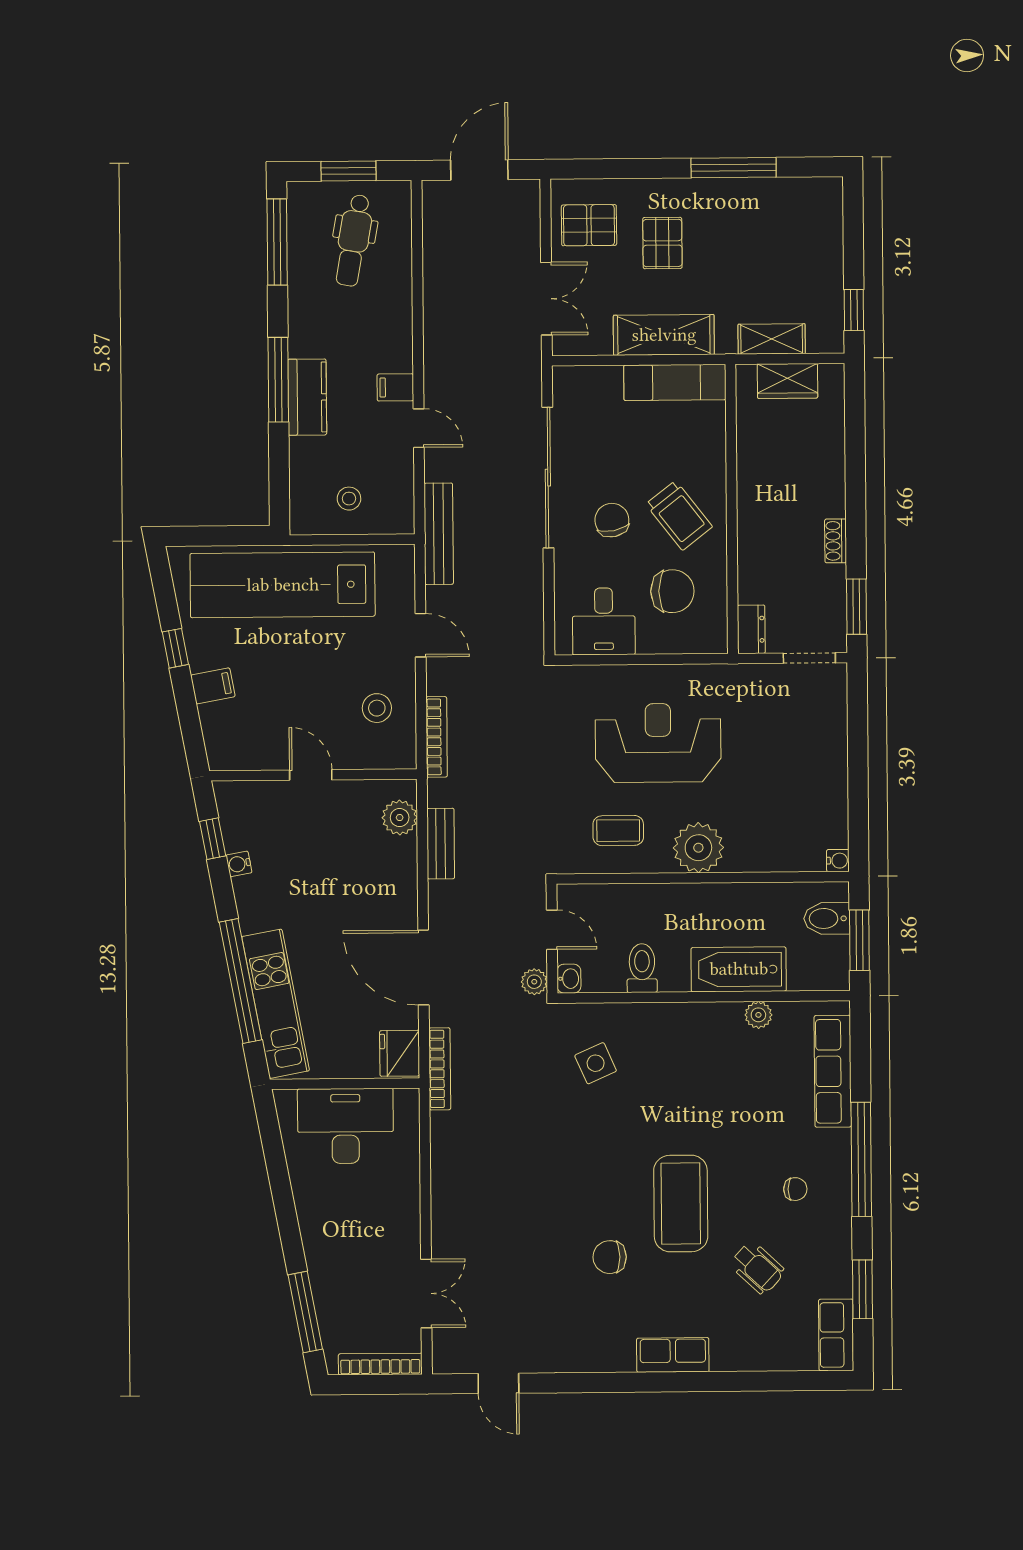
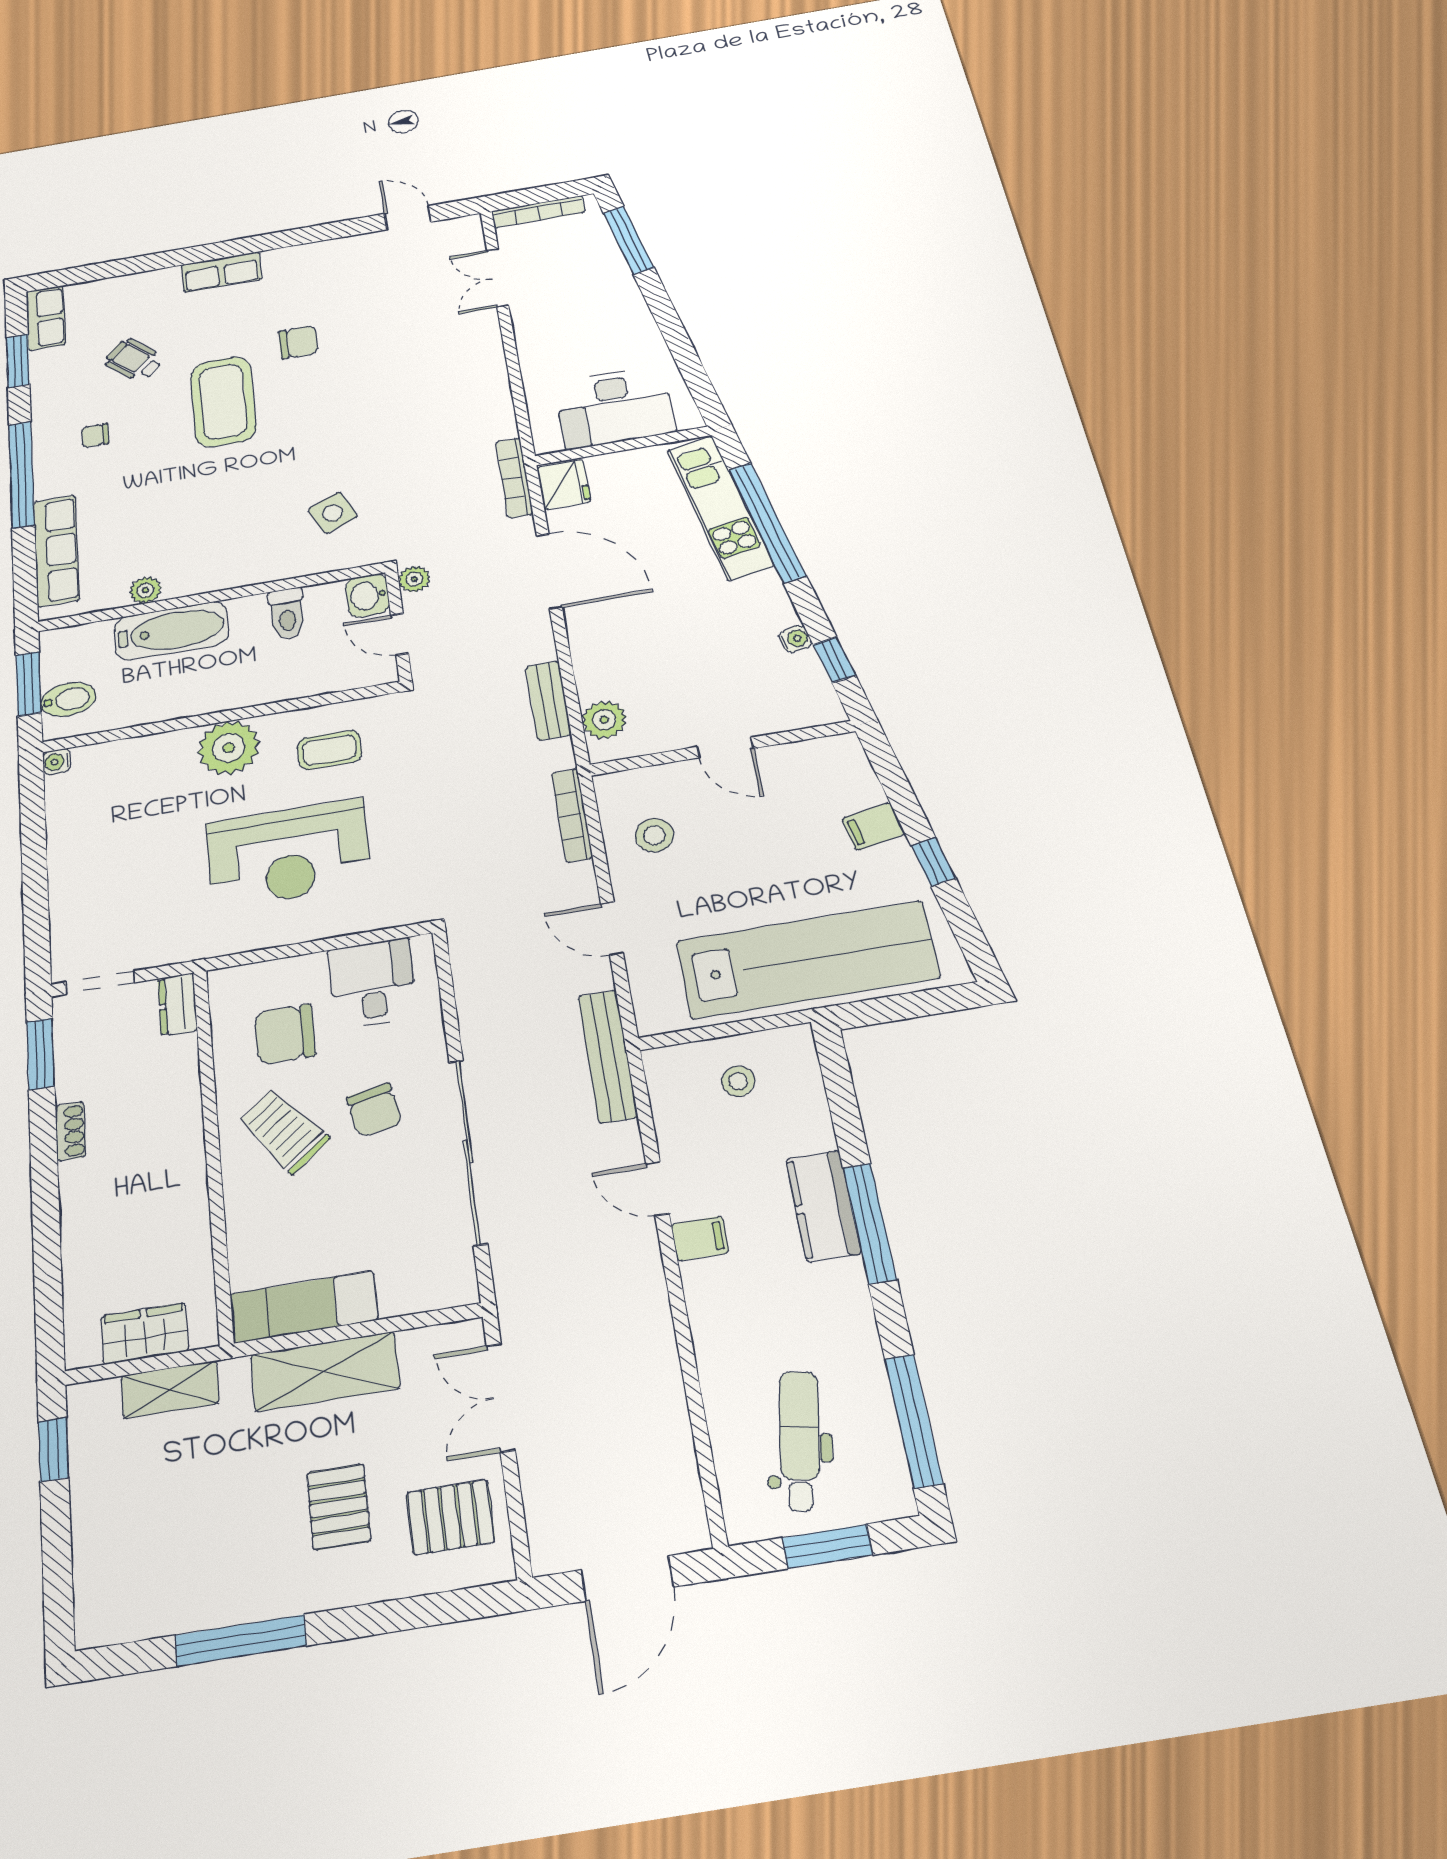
washbasin: (569, 979) -> (368, 595), width x1.38, depth x1.45

